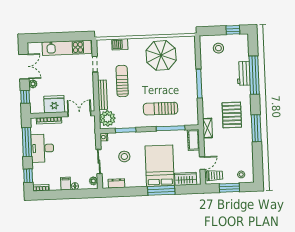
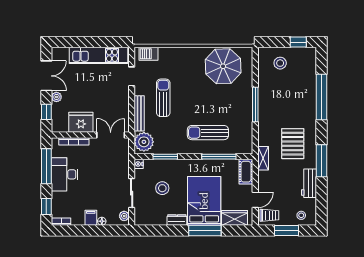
barbecue: (120, 44) -> (149, 54), moved
parasol: (161, 55) -> (223, 66), moved
workbench: (244, 73) -> (309, 183), moved
dresser: (116, 183) -> (177, 220), moved

